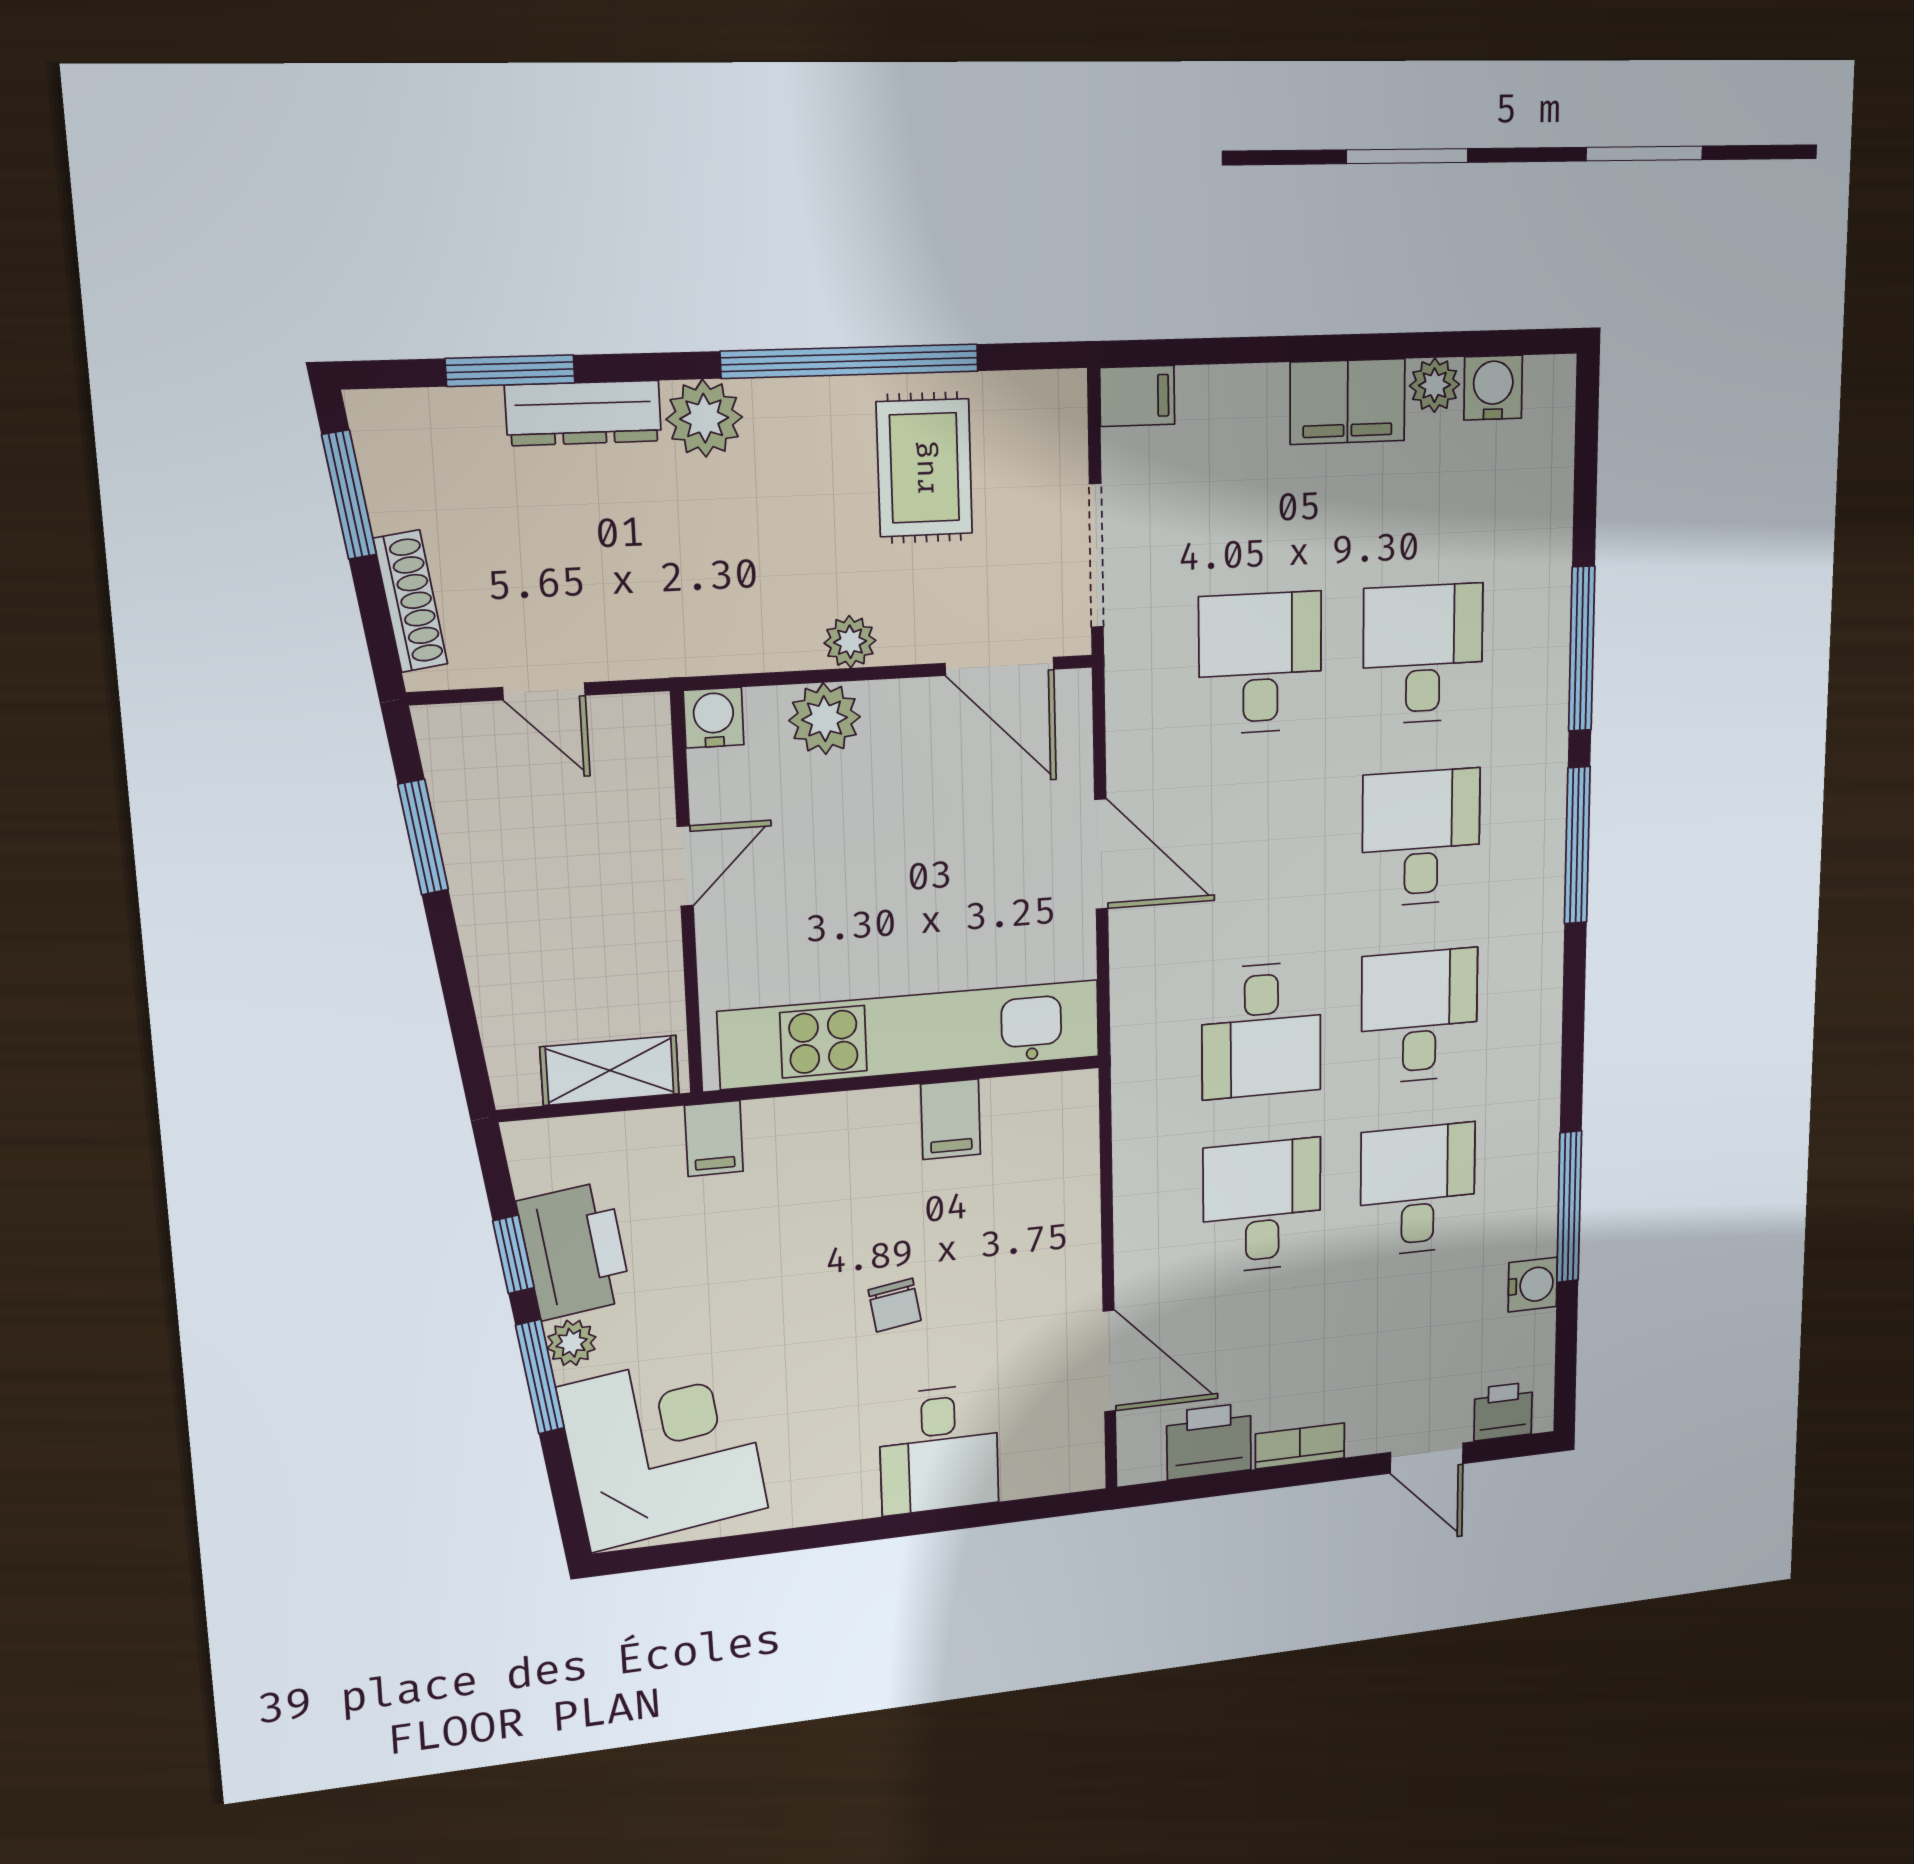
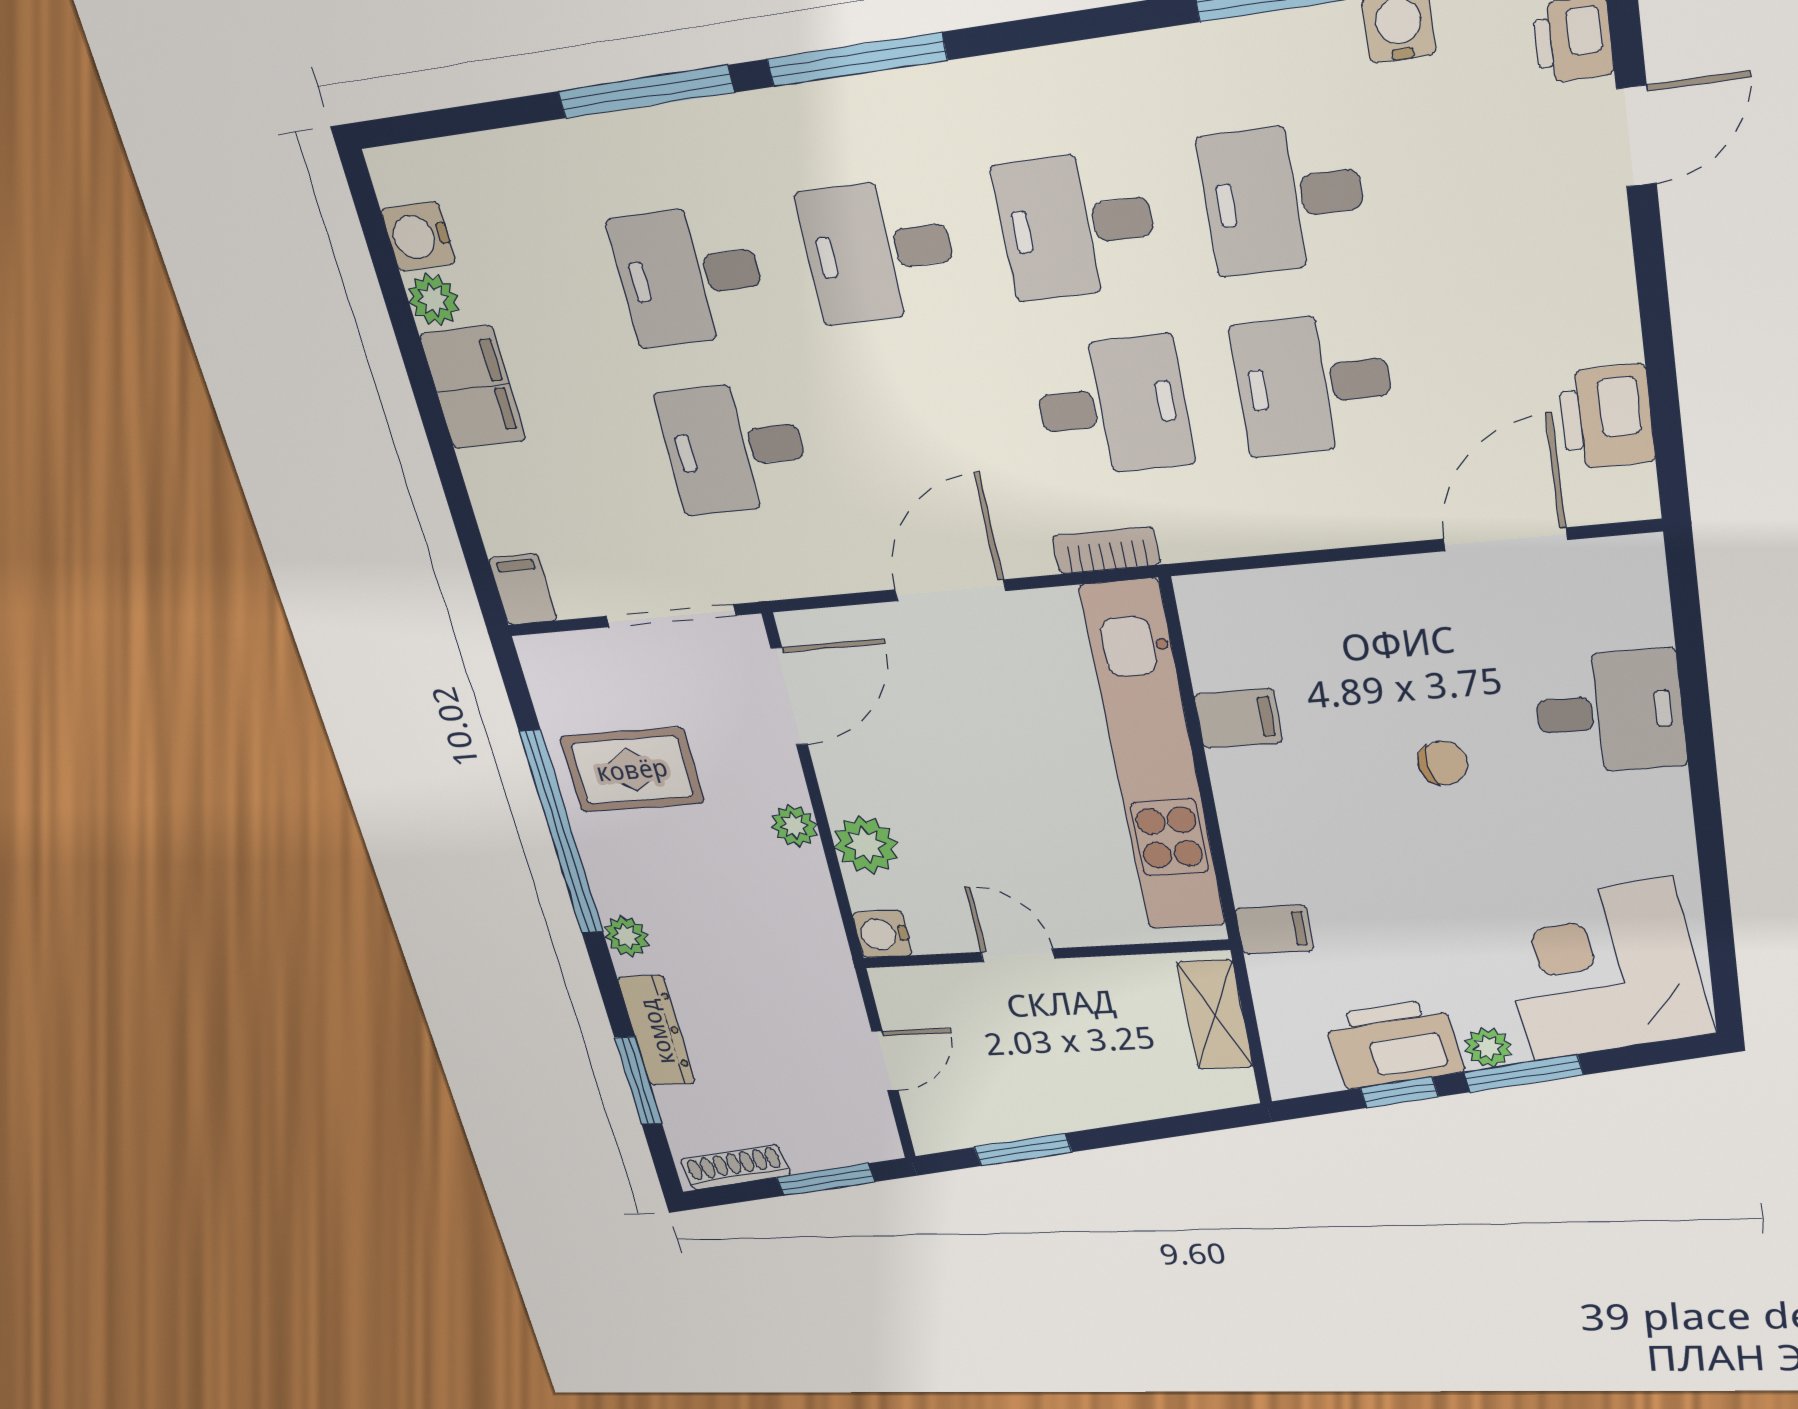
plant: (704, 418) -> (627, 936), width x0.73, depth x0.73
window: (349, 495) -> (826, 1180), moved
shoe rack: (411, 601) -> (735, 1167), moved
bookcase: (1300, 1446) -> (1106, 550), moved, turned 90

